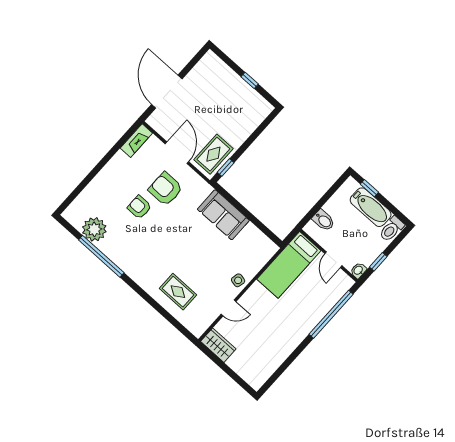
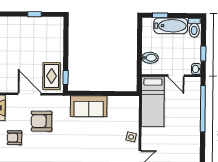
armchair: (139, 207) -> (14, 138), moved

